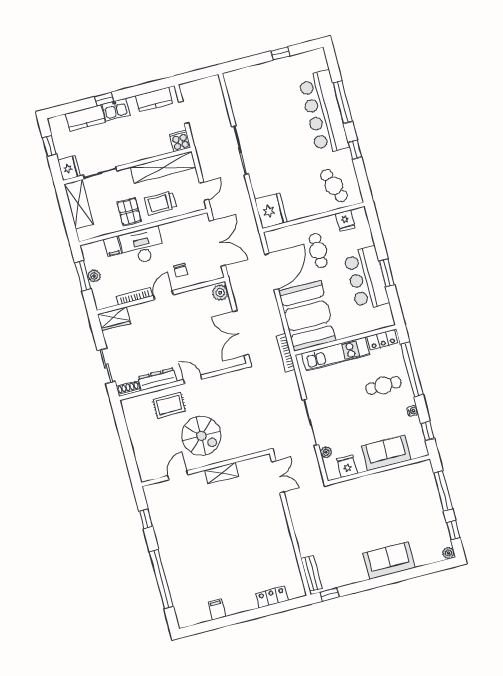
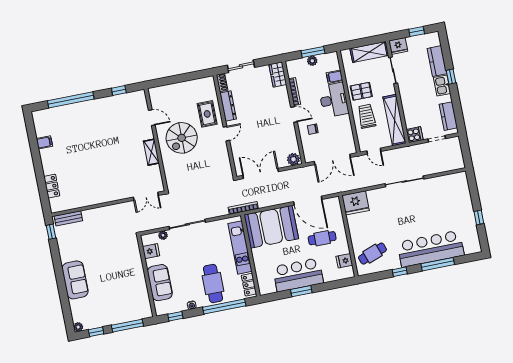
cafe table: (383, 385) -> (213, 284), width x1.37, depth x1.35

